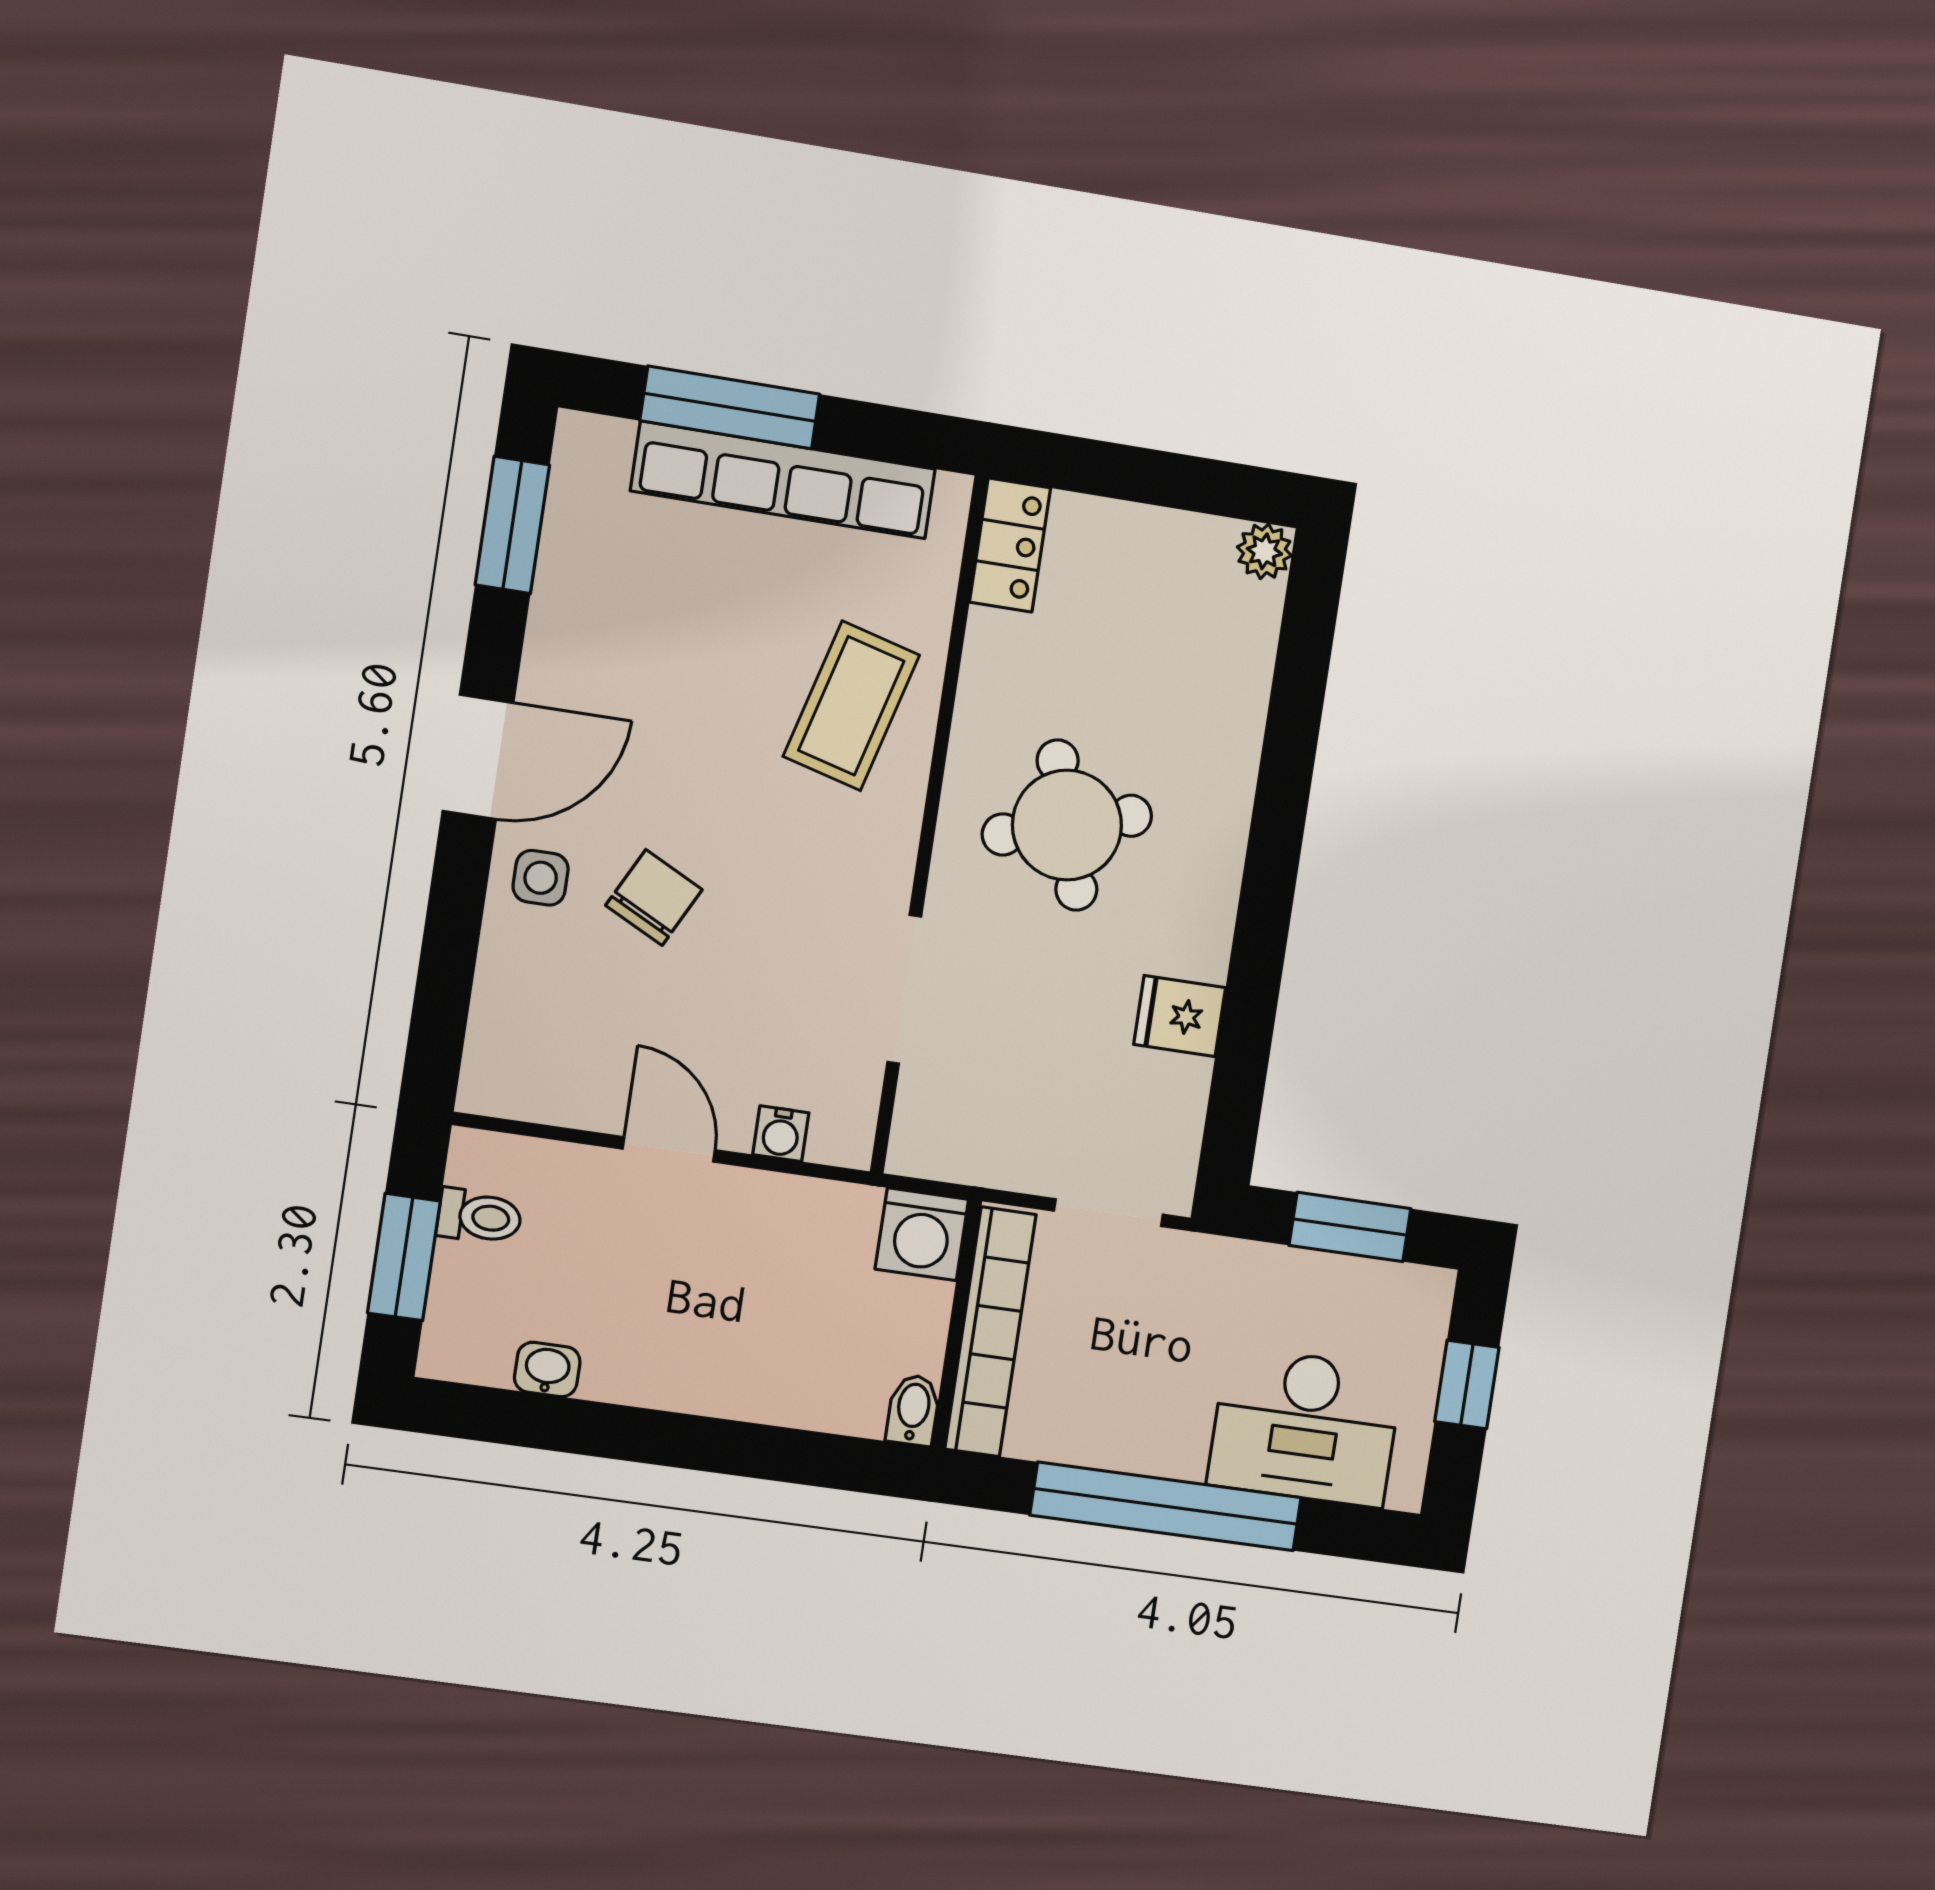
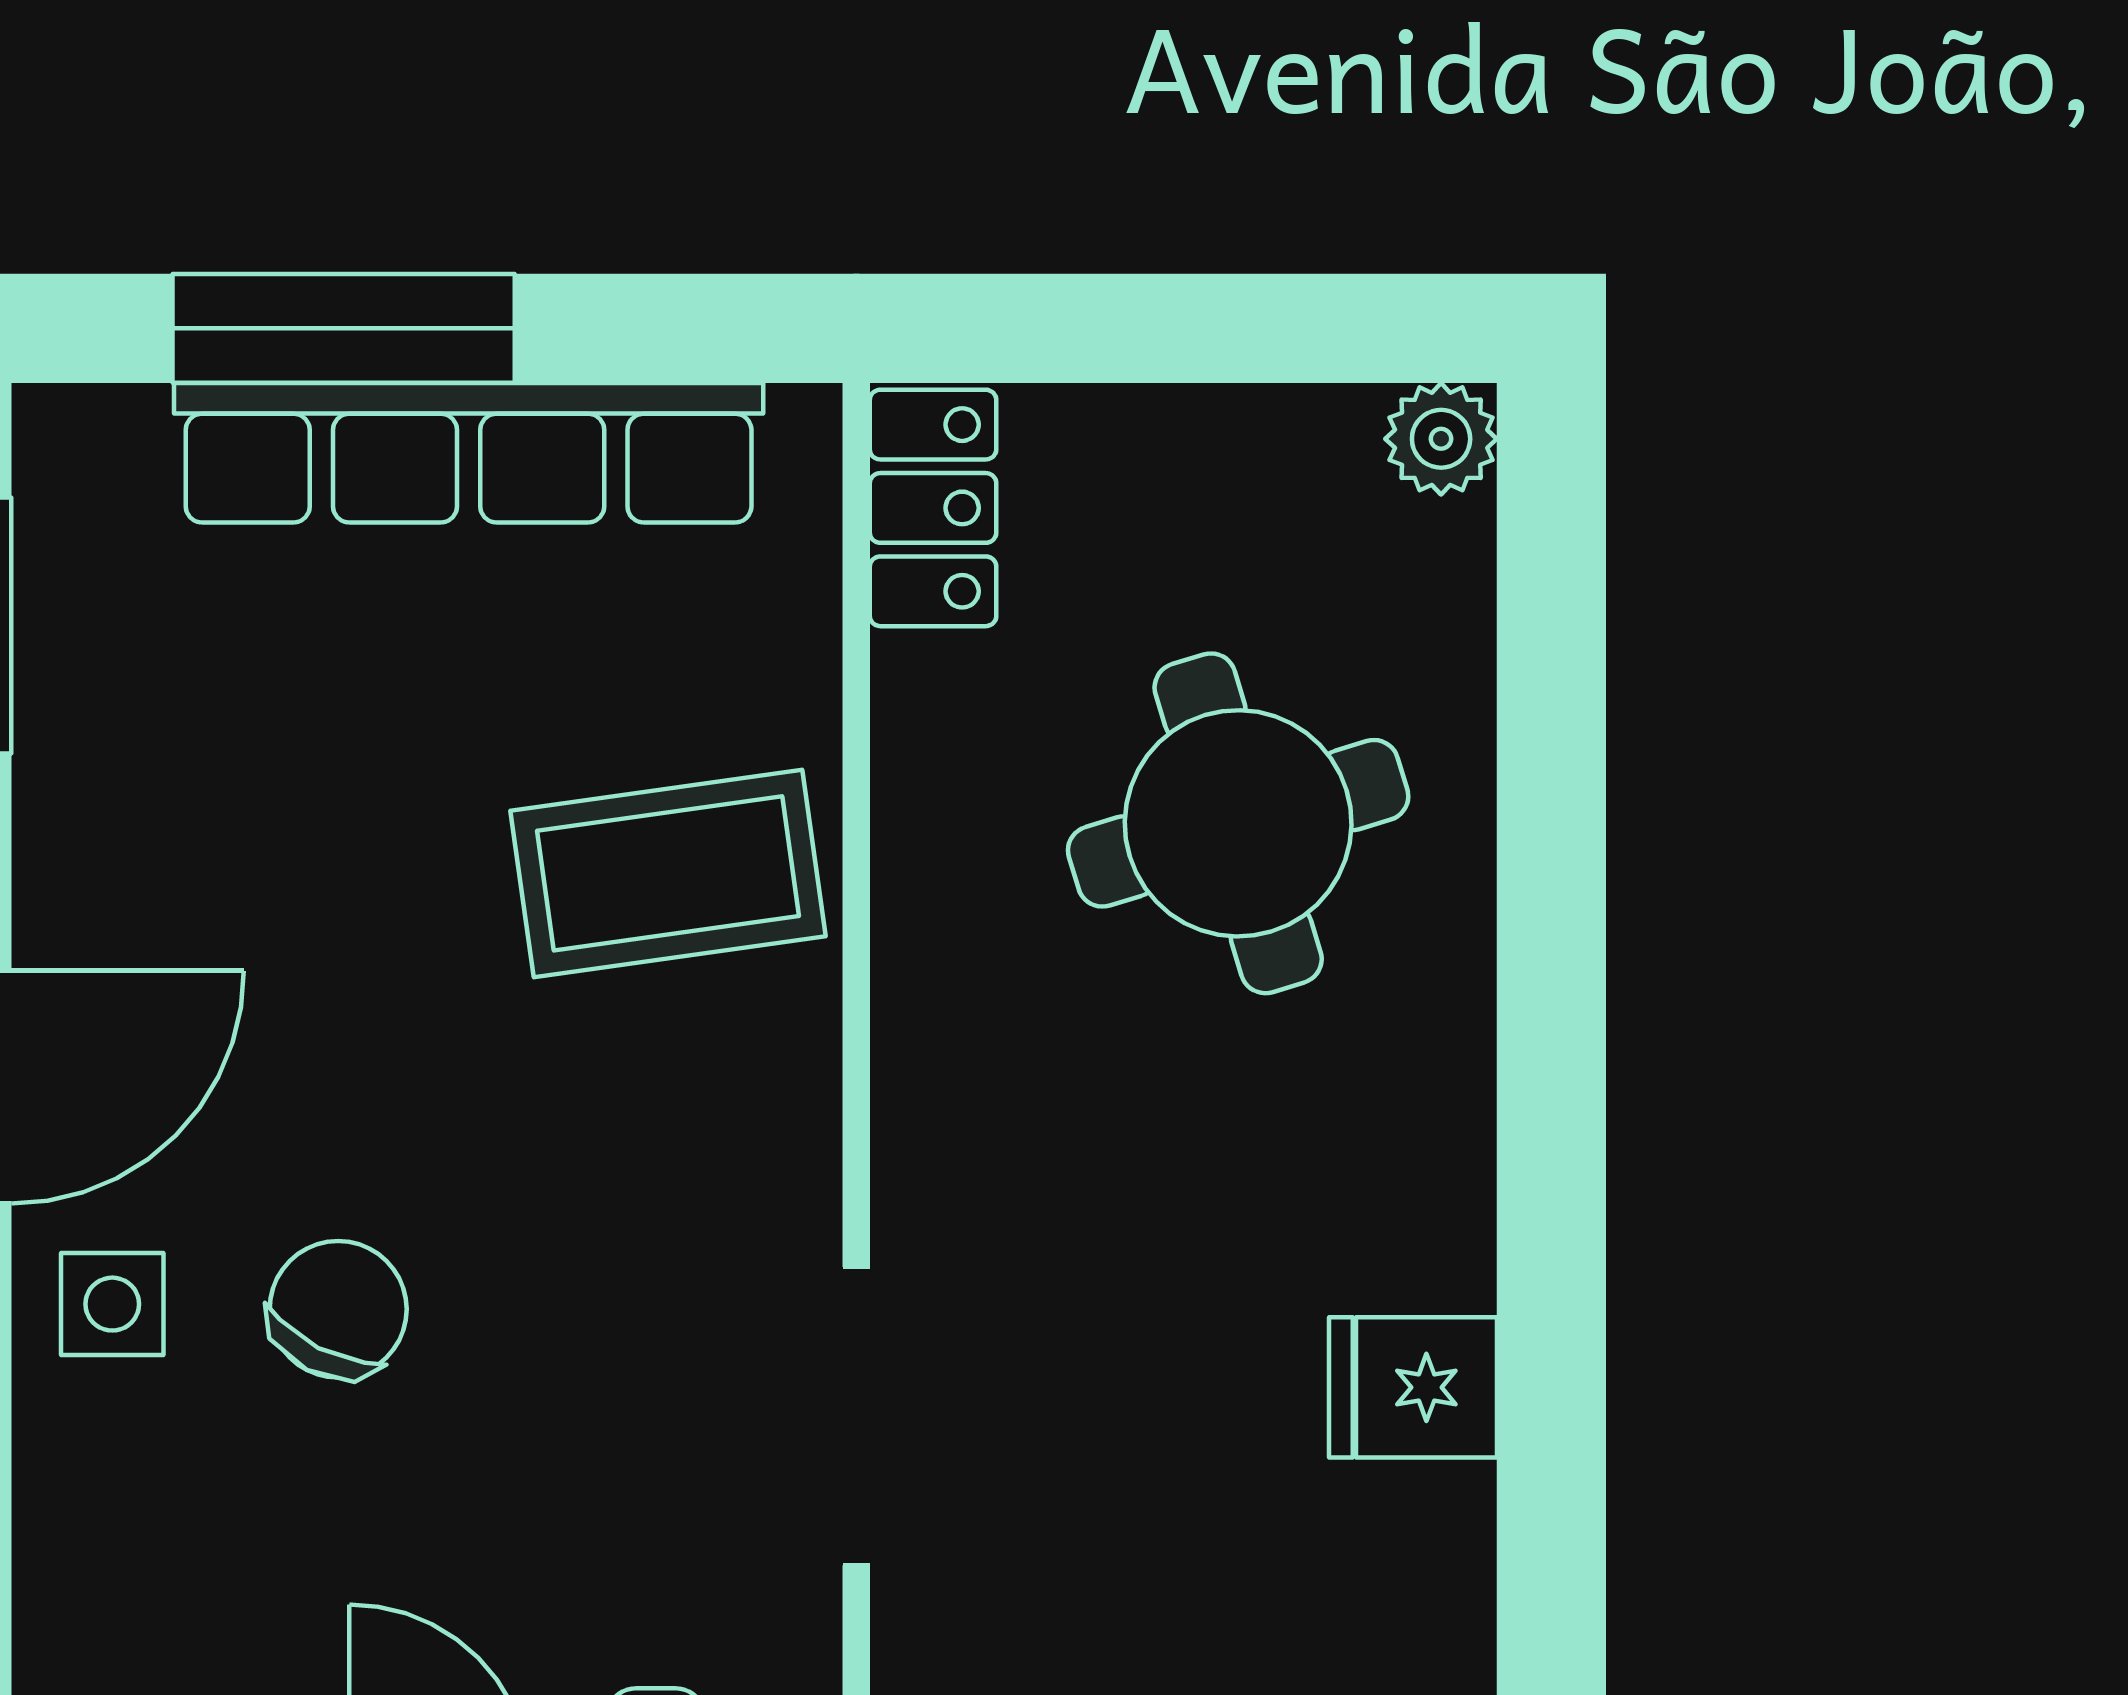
coffee table: (851, 706) -> (668, 873), turned 67
round table: (1067, 825) -> (1238, 823), moved

